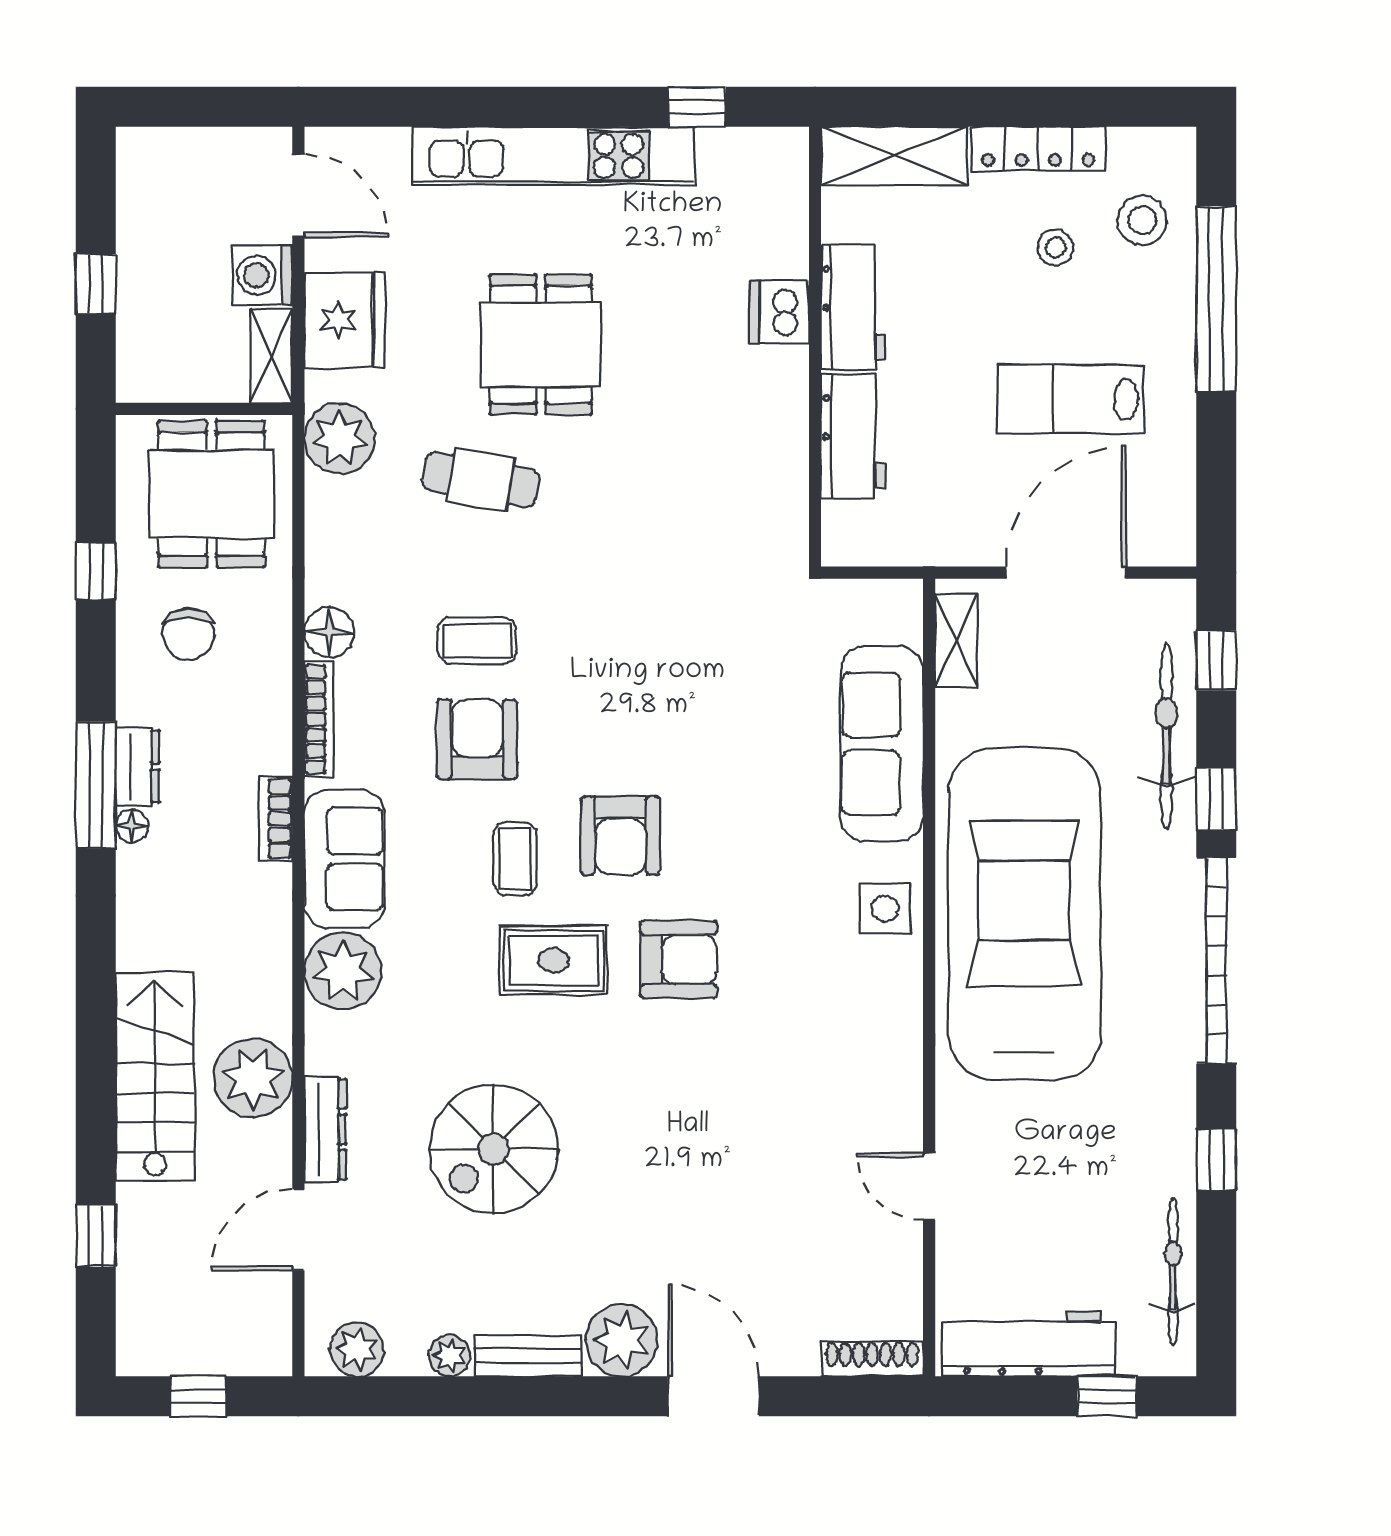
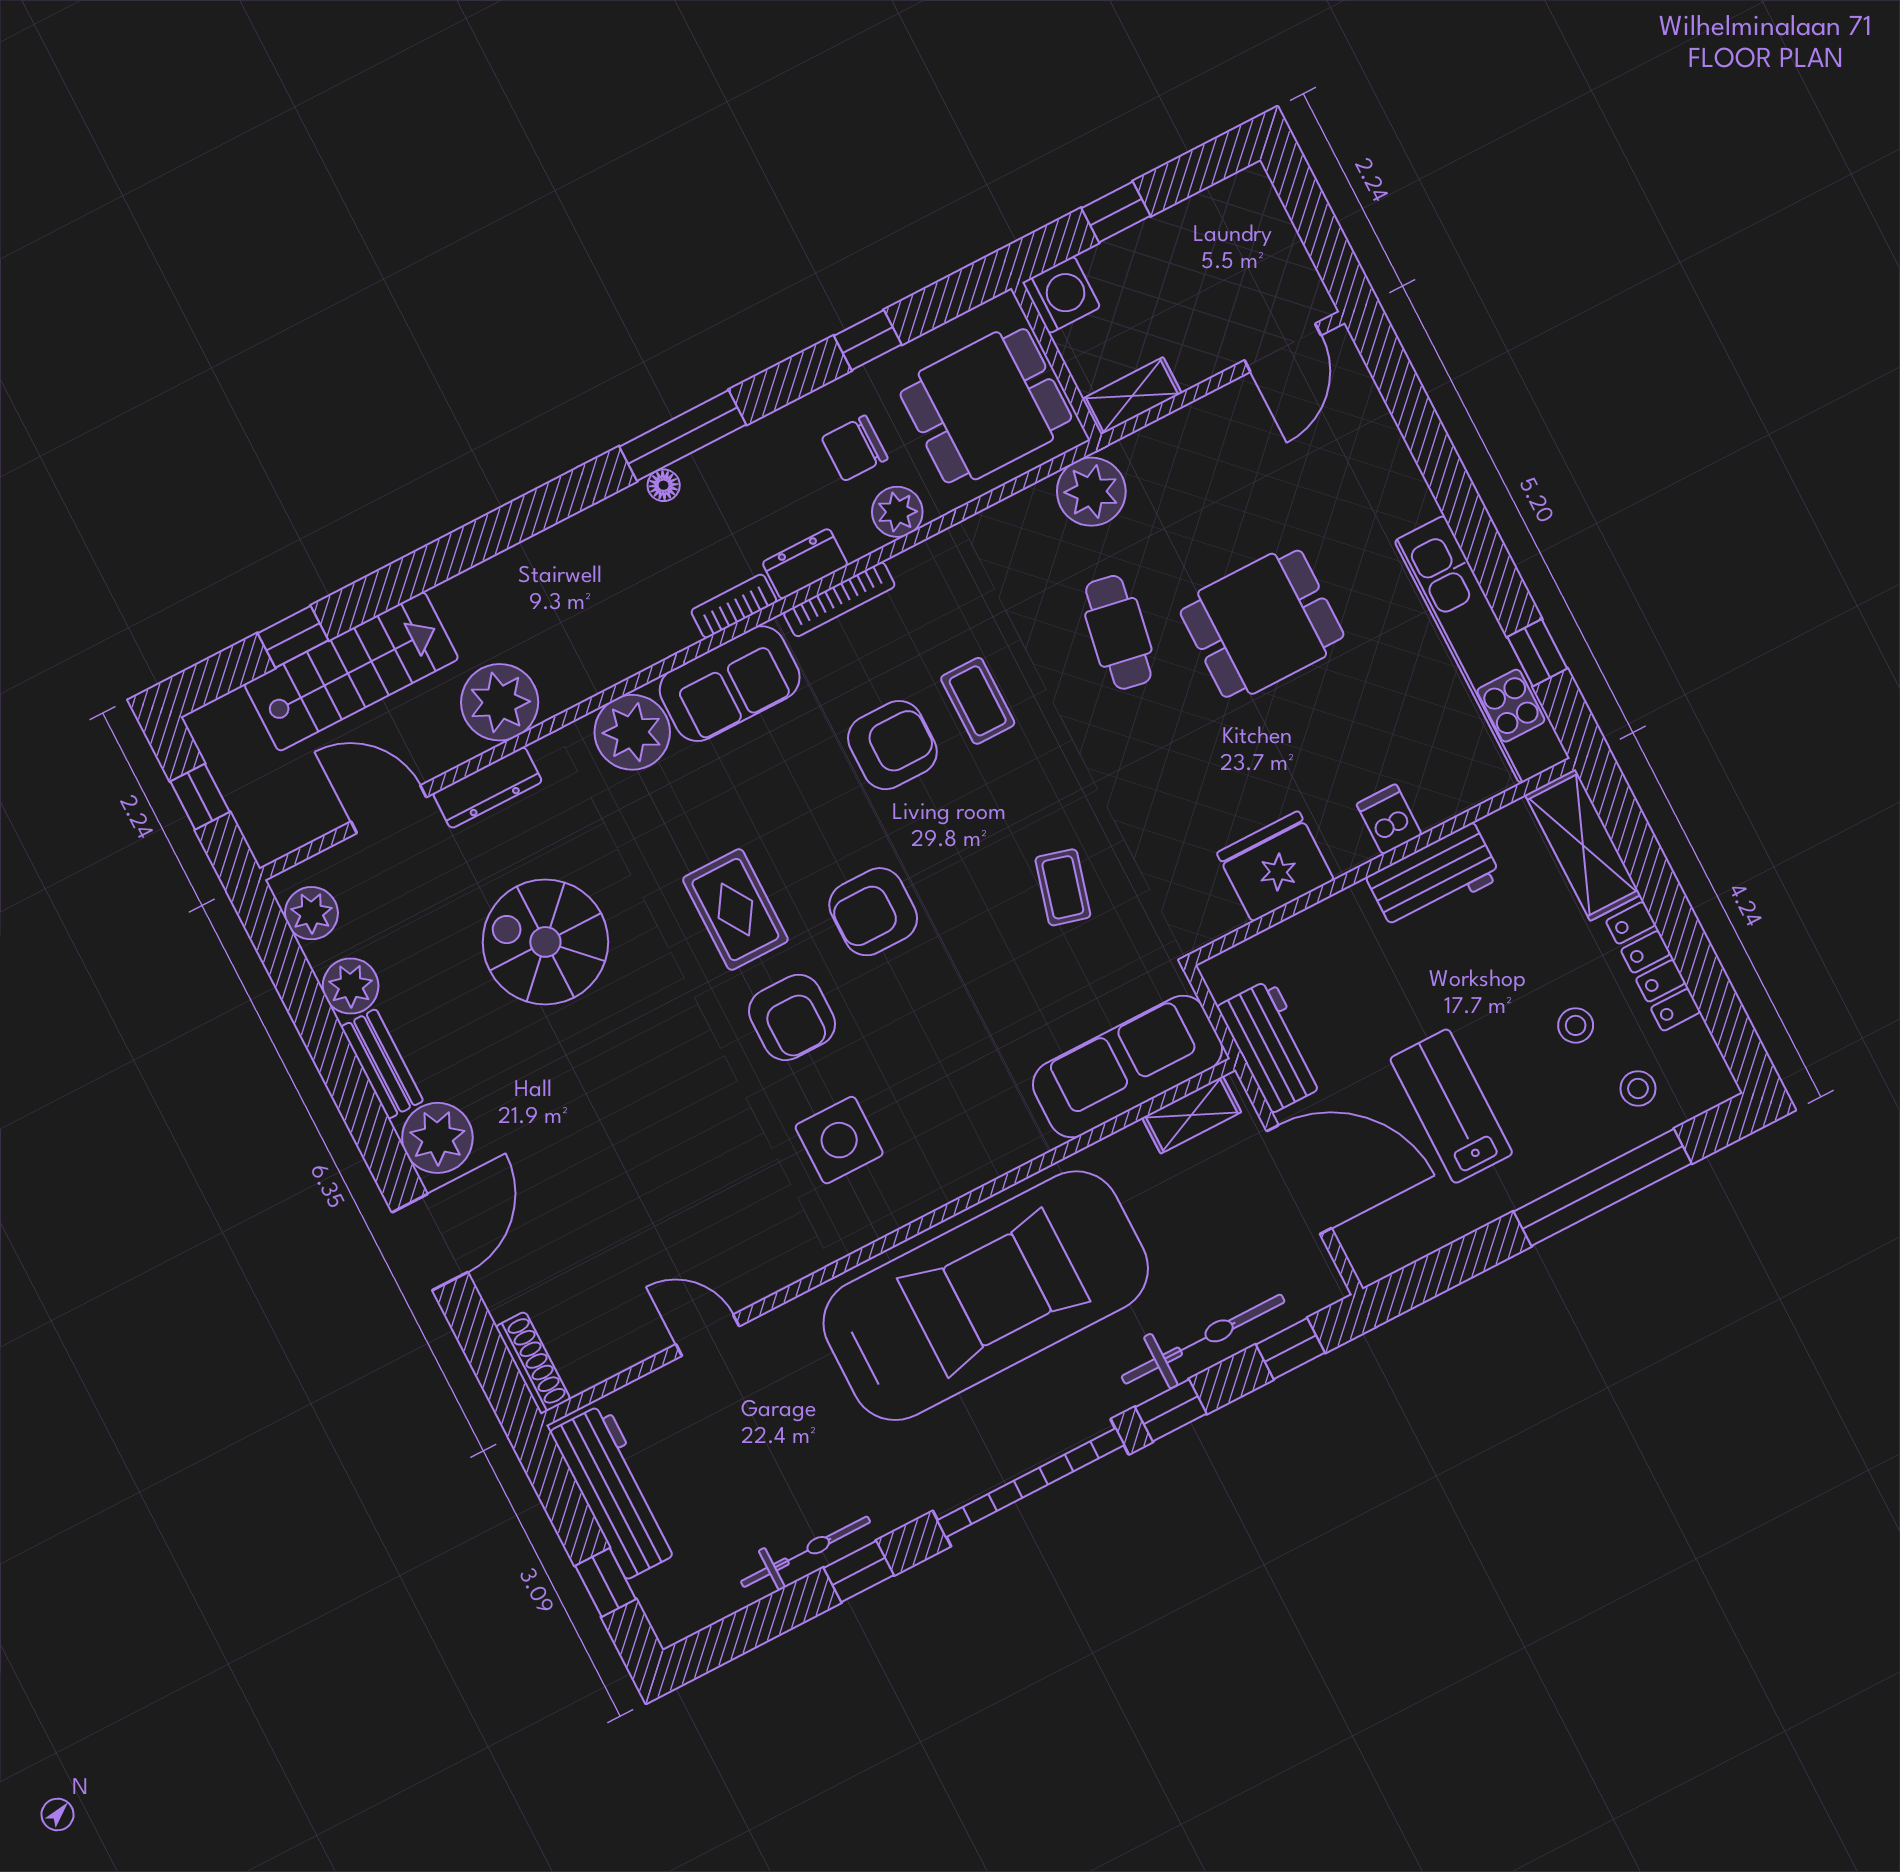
kitchen unit: (554, 156) -> (1482, 650), moved
stool: (1143, 220) -> (1638, 1088), width x0.73, depth x0.73
washing machine: (262, 275) -> (1061, 295), moved, turned 90
dishwasher: (779, 312) -> (1389, 819), width x0.73
fridge: (345, 320) -> (1275, 866), moved, turned 180
workbench: (853, 436) -> (1272, 1046), moved, turned -90
plant: (267, 625) -> (897, 512), added
floor lamp: (329, 632) -> (919, 569), removed
sofa: (882, 744) -> (1128, 1067), moved
dresser: (138, 767) -> (805, 564), moved, turned 180
coffee table: (515, 859) -> (1063, 887), moved, turned -75
side table: (885, 909) -> (839, 1140), moved, width x1.37, depth x1.37
stairs: (155, 1076) -> (351, 672), moved
door: (929, 1186) -> (708, 1335), hinge flipped
bicycle: (1173, 1271) -> (806, 1552), moved
plant: (450, 1356) -> (351, 986), width x1.38, depth x1.38

